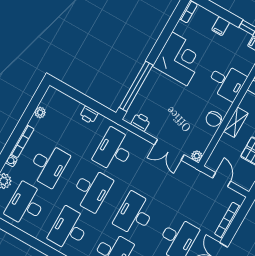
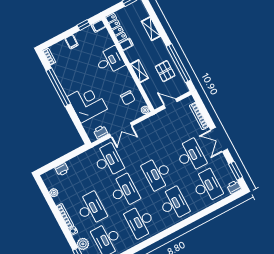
corner desk: (179, 59) -> (87, 103), moved
window: (136, 86) -> (58, 87), moved
printer: (89, 115) -> (62, 169), moved
chair: (214, 119) -> (128, 98), moved
desk: (114, 150) -> (108, 161), turned 180
double door: (169, 150) -> (121, 130), moved

